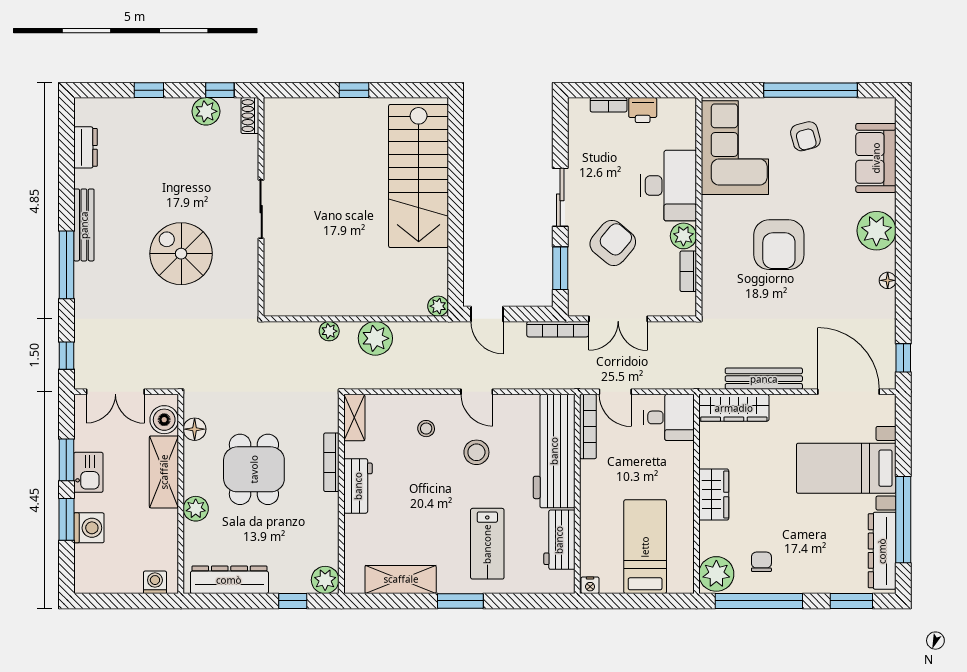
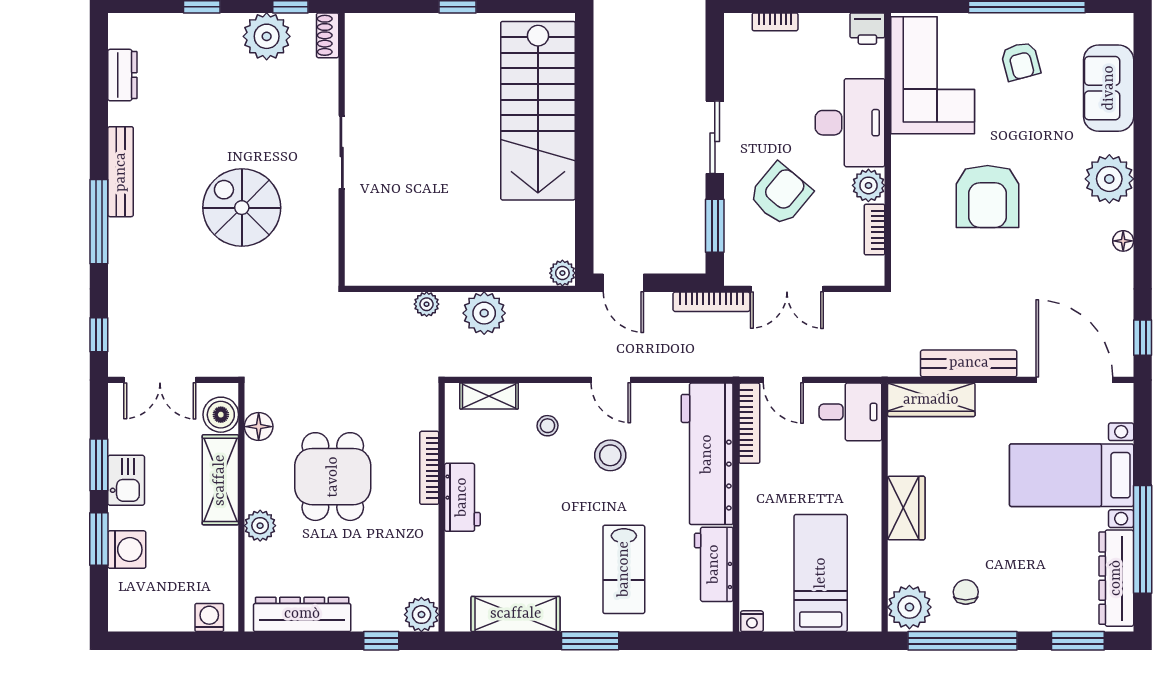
printer: (643, 110) -> (867, 29), moved
plant: (206, 111) -> (267, 36), width x1.36, depth x1.36
shelving: (354, 418) -> (489, 396), moved, turned 90

